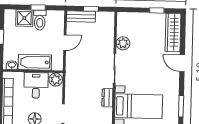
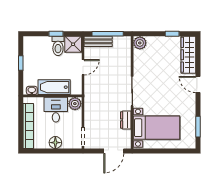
window: (91, 9) -> (108, 34), width x2.17
shower: (24, 18) -> (73, 44), moved
plant: (123, 43) -> (140, 43), moved

